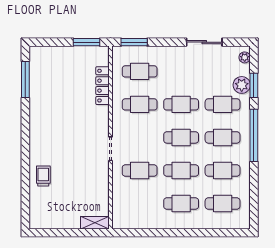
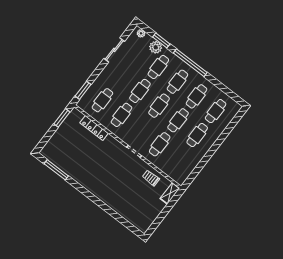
trolley: (43, 176) -> (151, 178), moved

